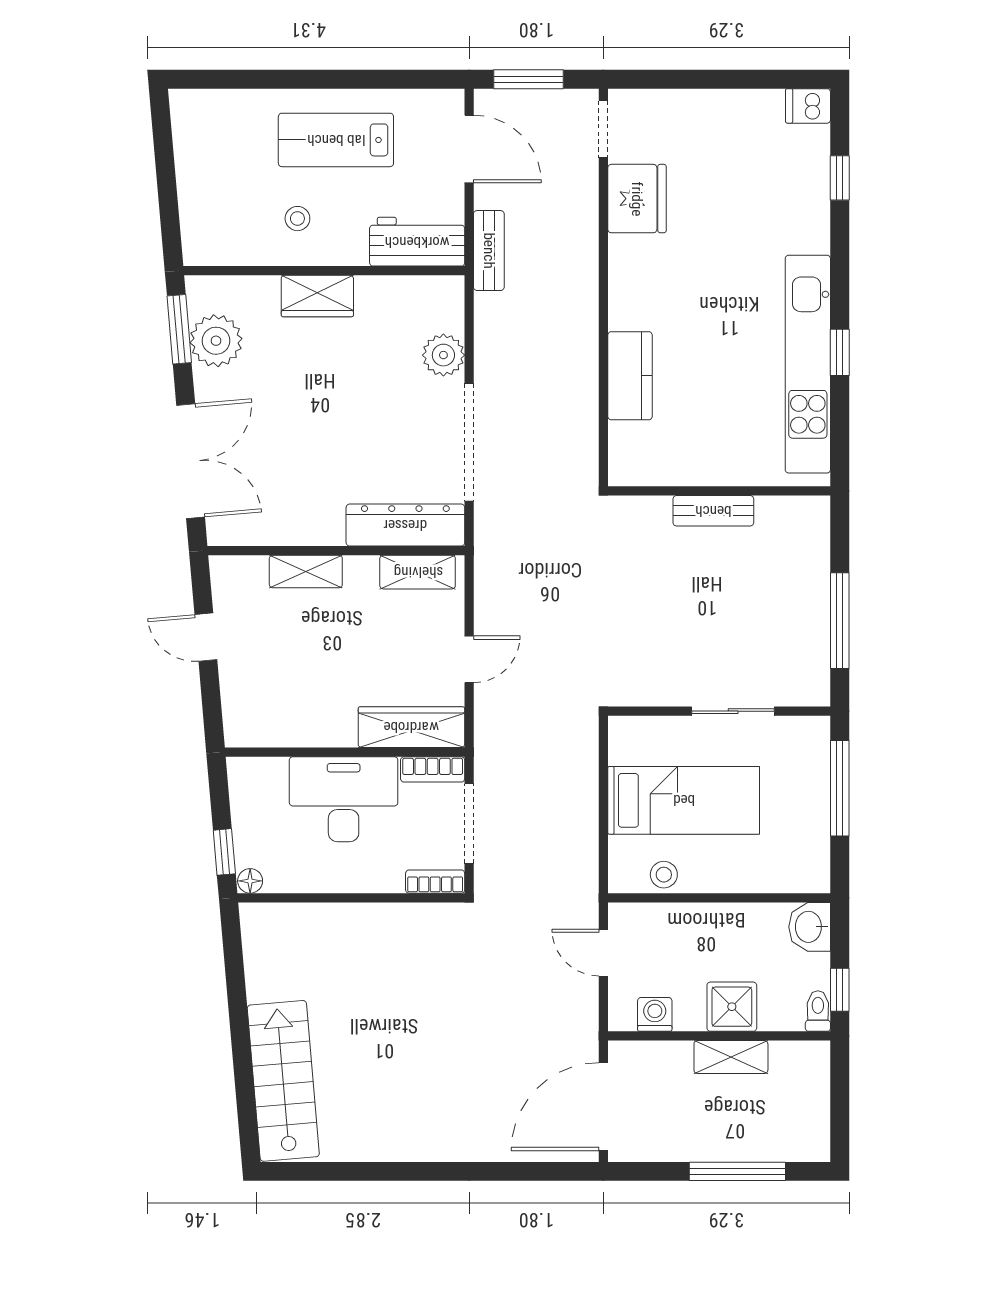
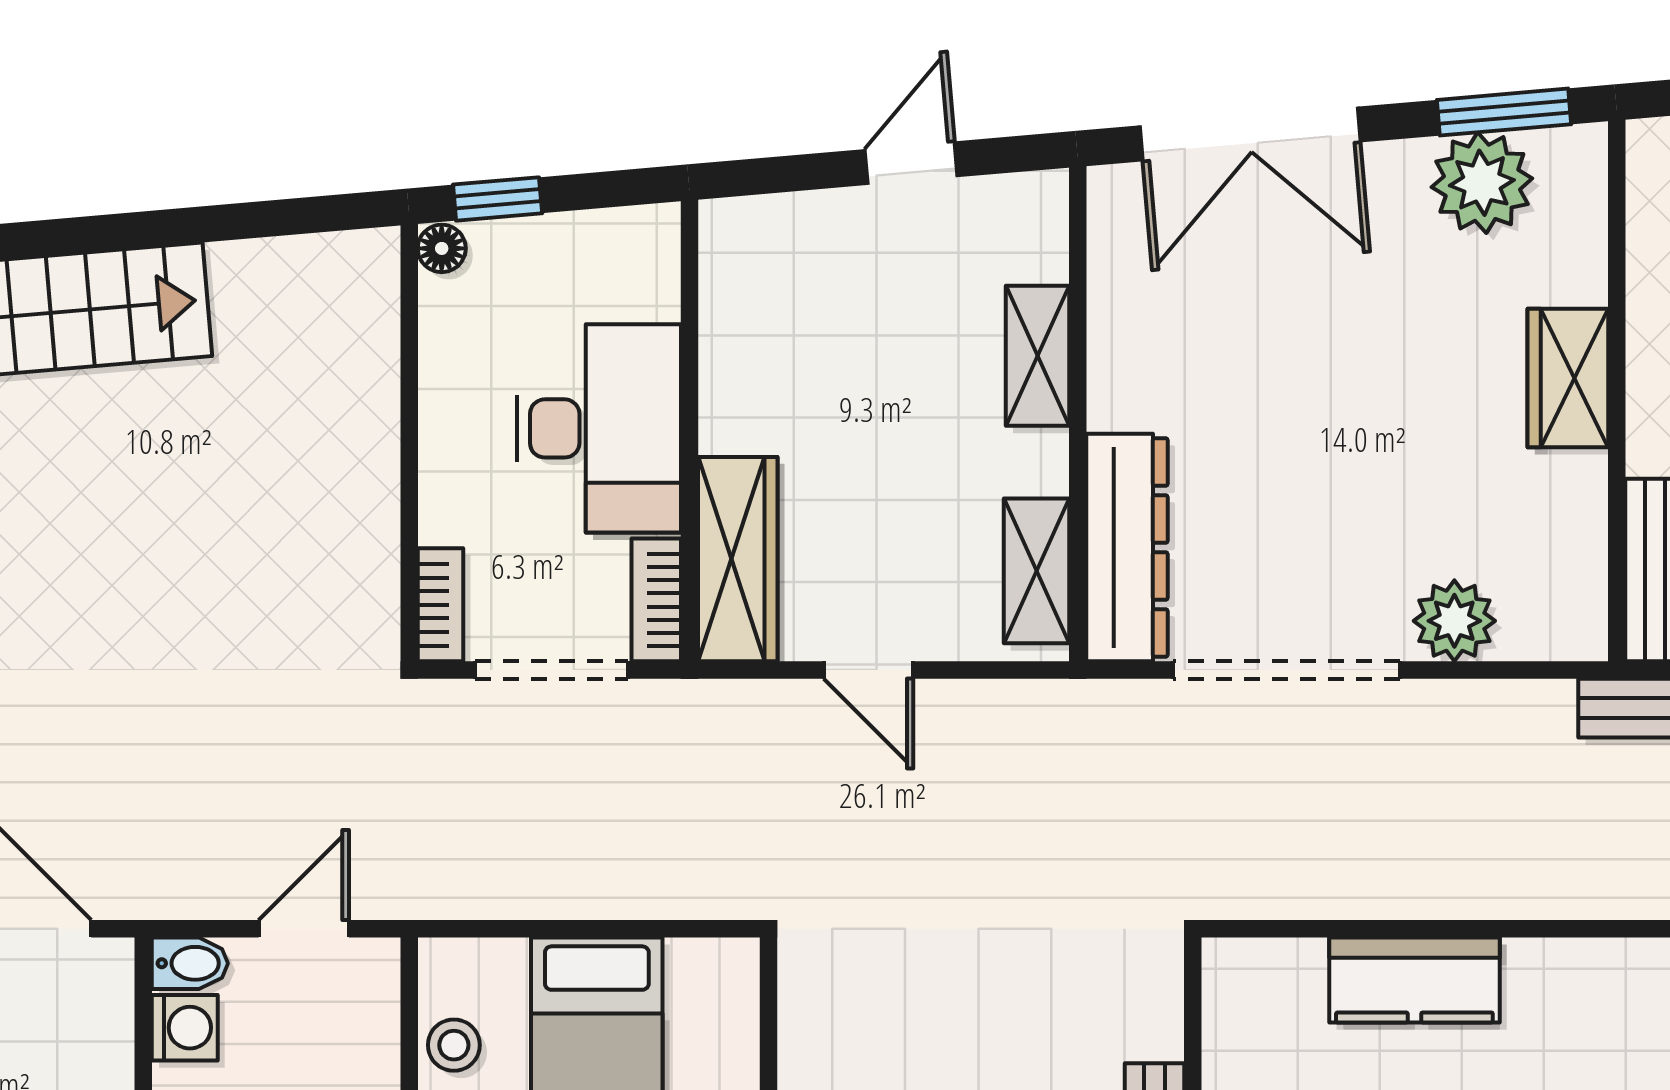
bidet: (621, 1012) -> (190, 963), added

